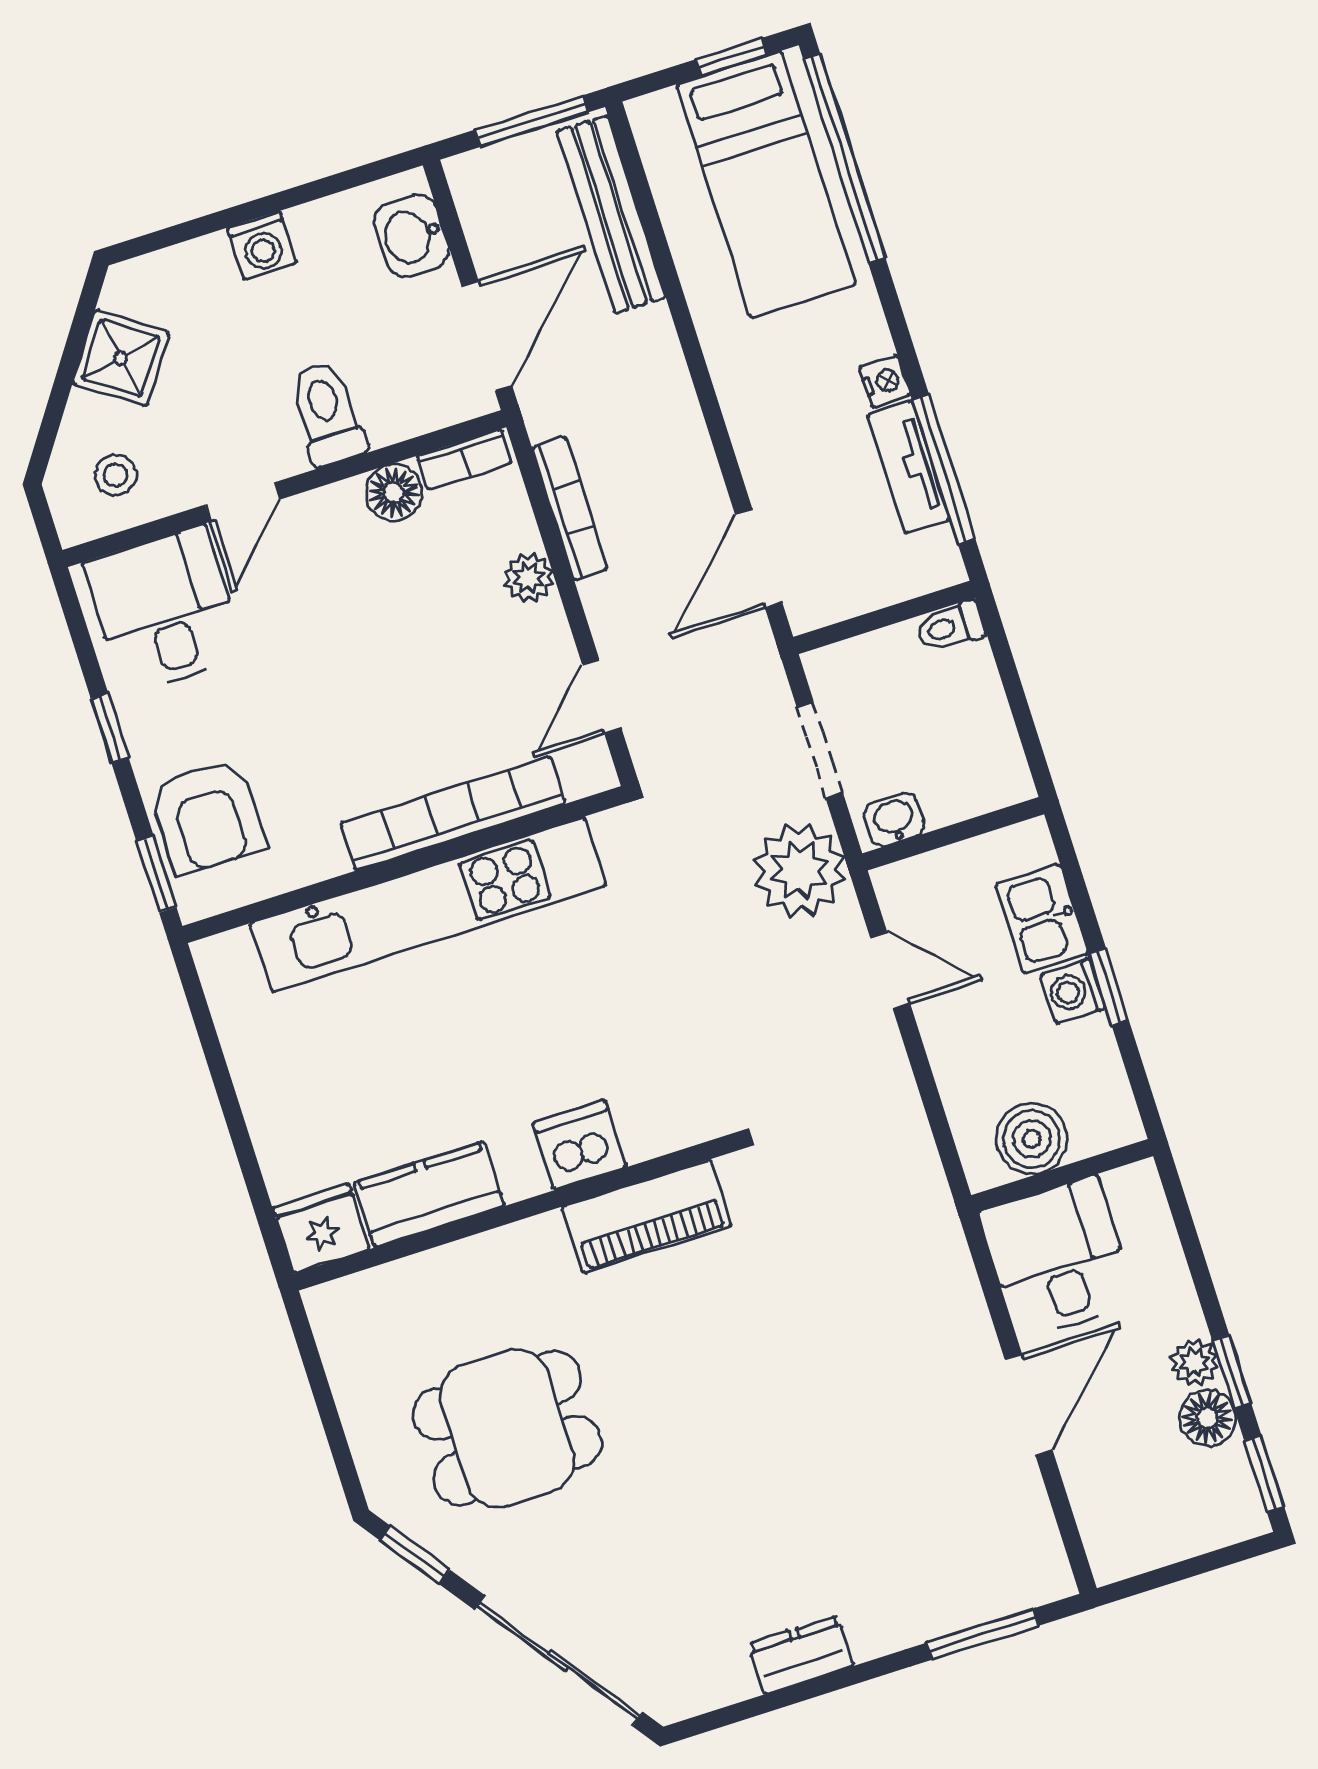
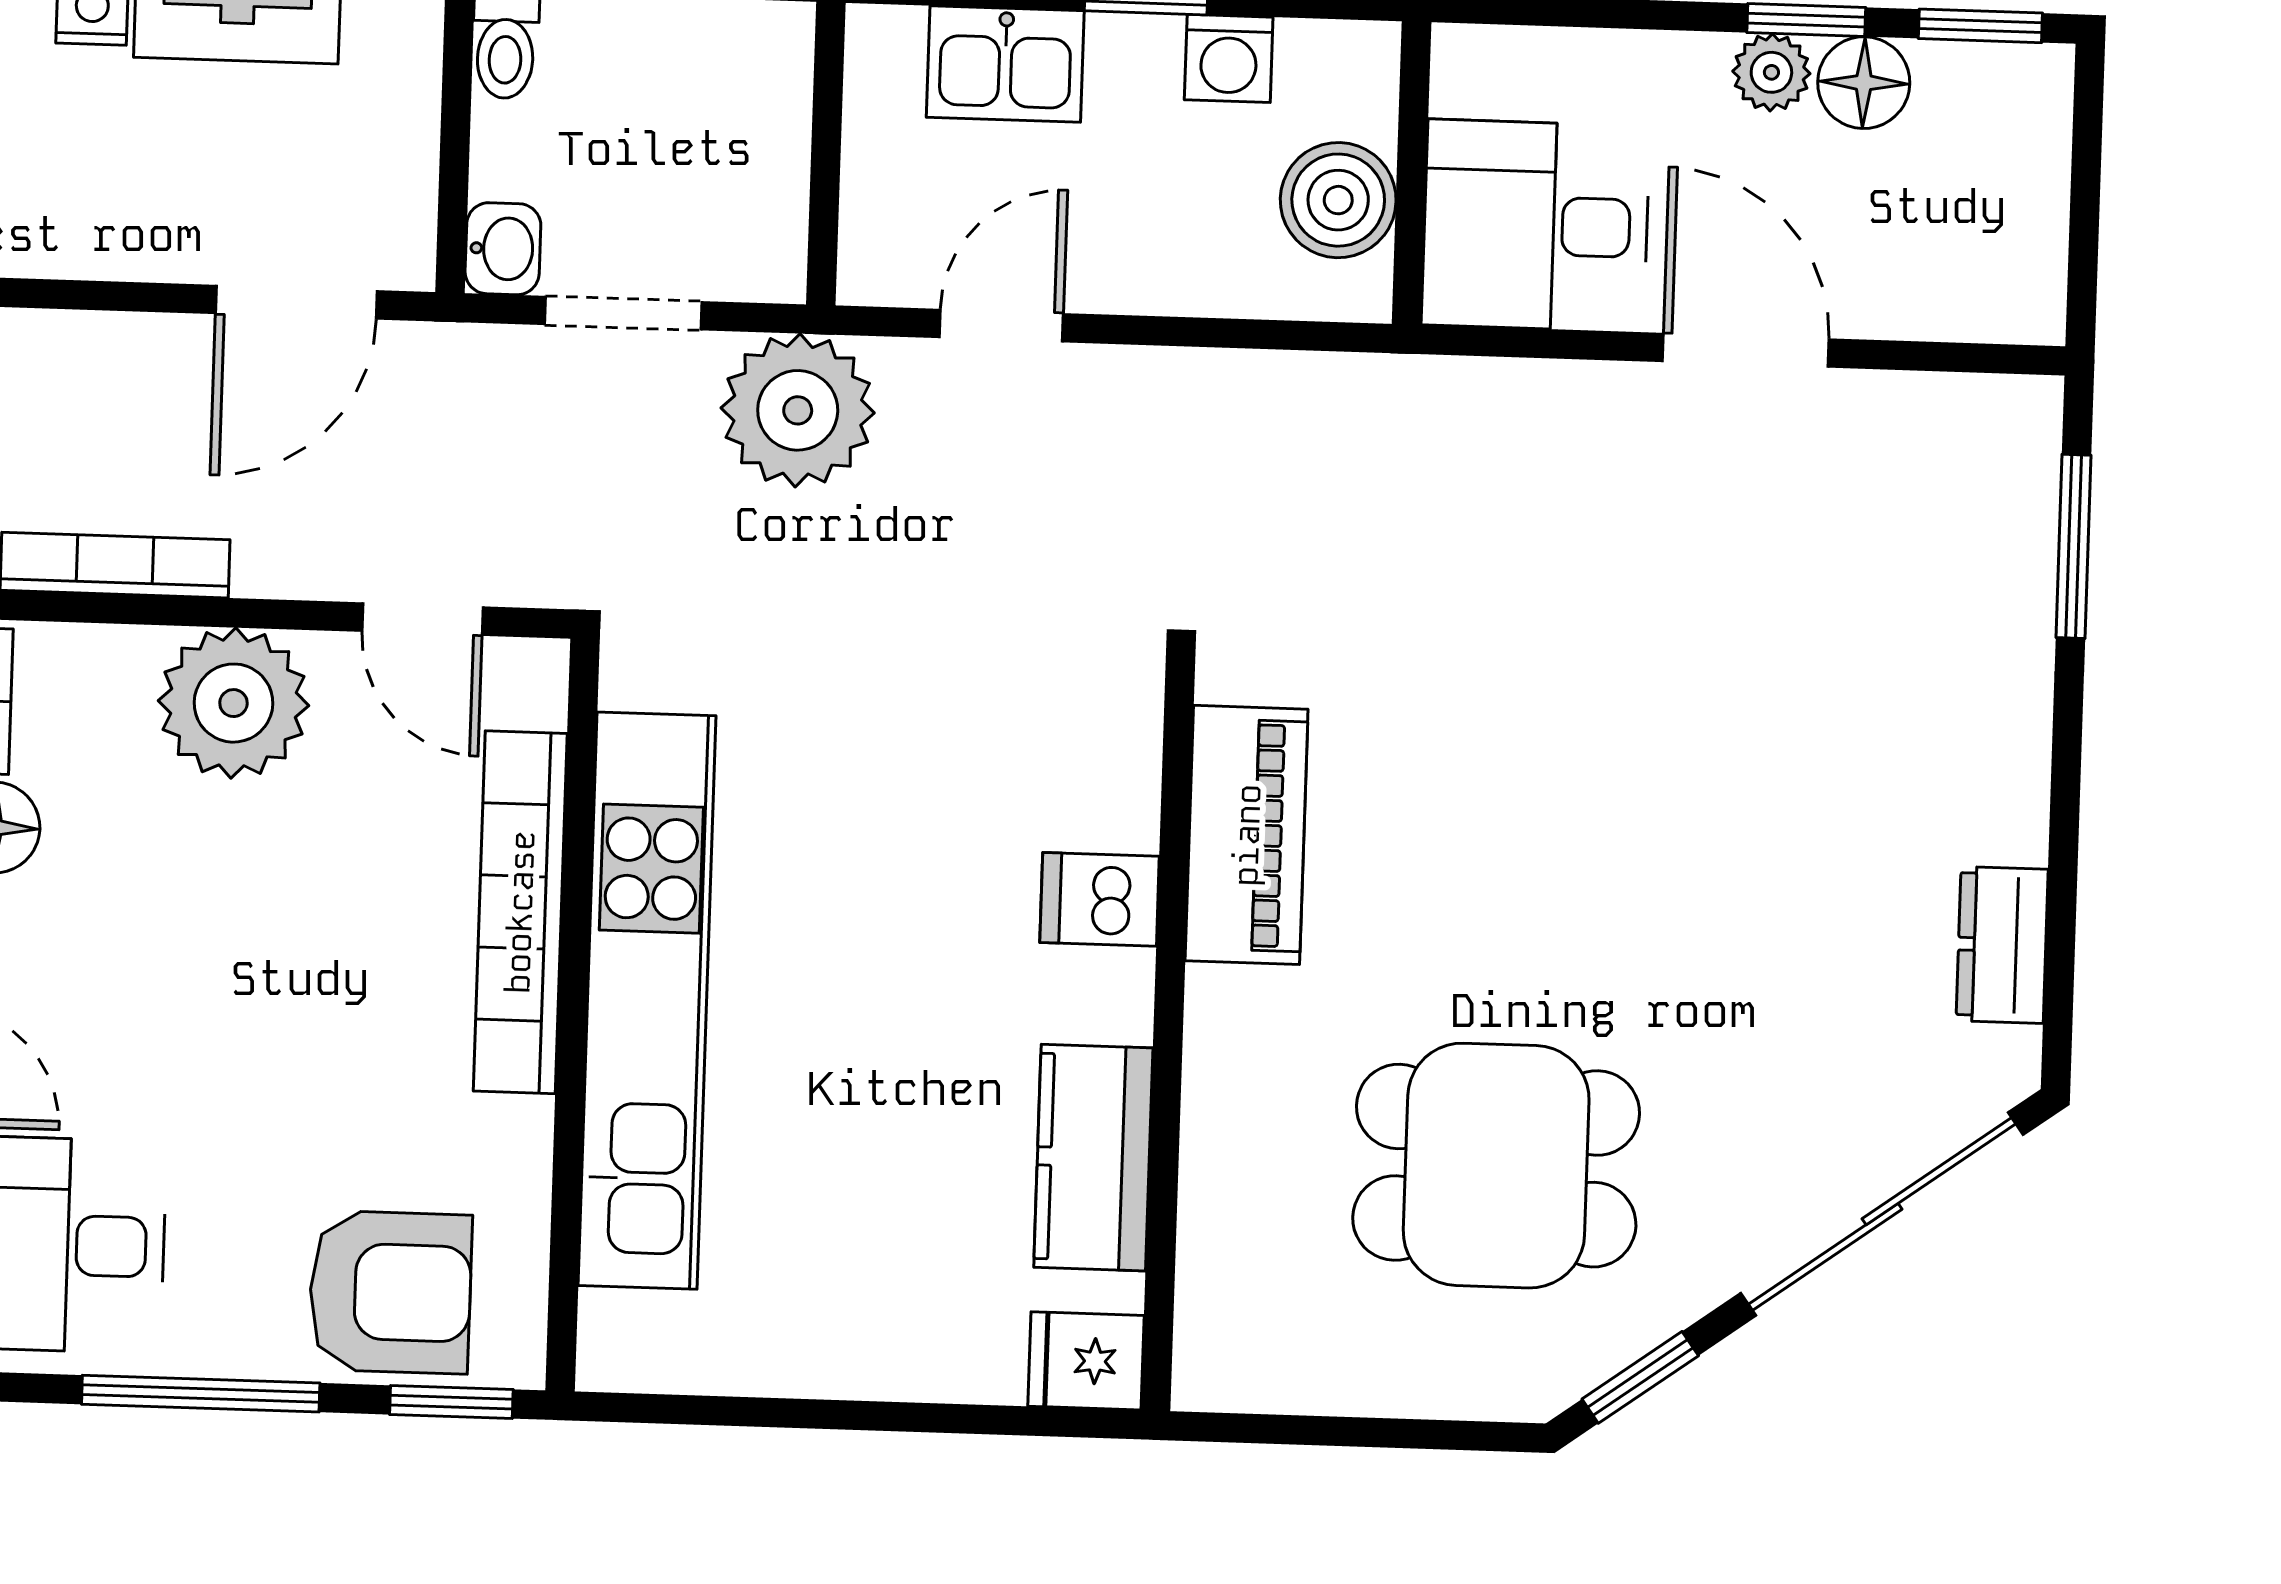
door: (759, 559) -> (296, 302), hinge flipped
plant: (529, 578) -> (233, 703), width x1.88, depth x1.88
window: (110, 728) -> (201, 1394), width x2.17
washbasin: (894, 820) -> (503, 249), moved, turned 180
washing machine: (1073, 991) -> (1229, 58), moved
dishwasher: (579, 1145) -> (1100, 899), width x0.73
fridge: (321, 1228) -> (1086, 1361), width x0.72
dining table: (507, 1428) -> (1496, 1166), turned 90
dresser: (801, 1655) -> (2002, 945), moved

